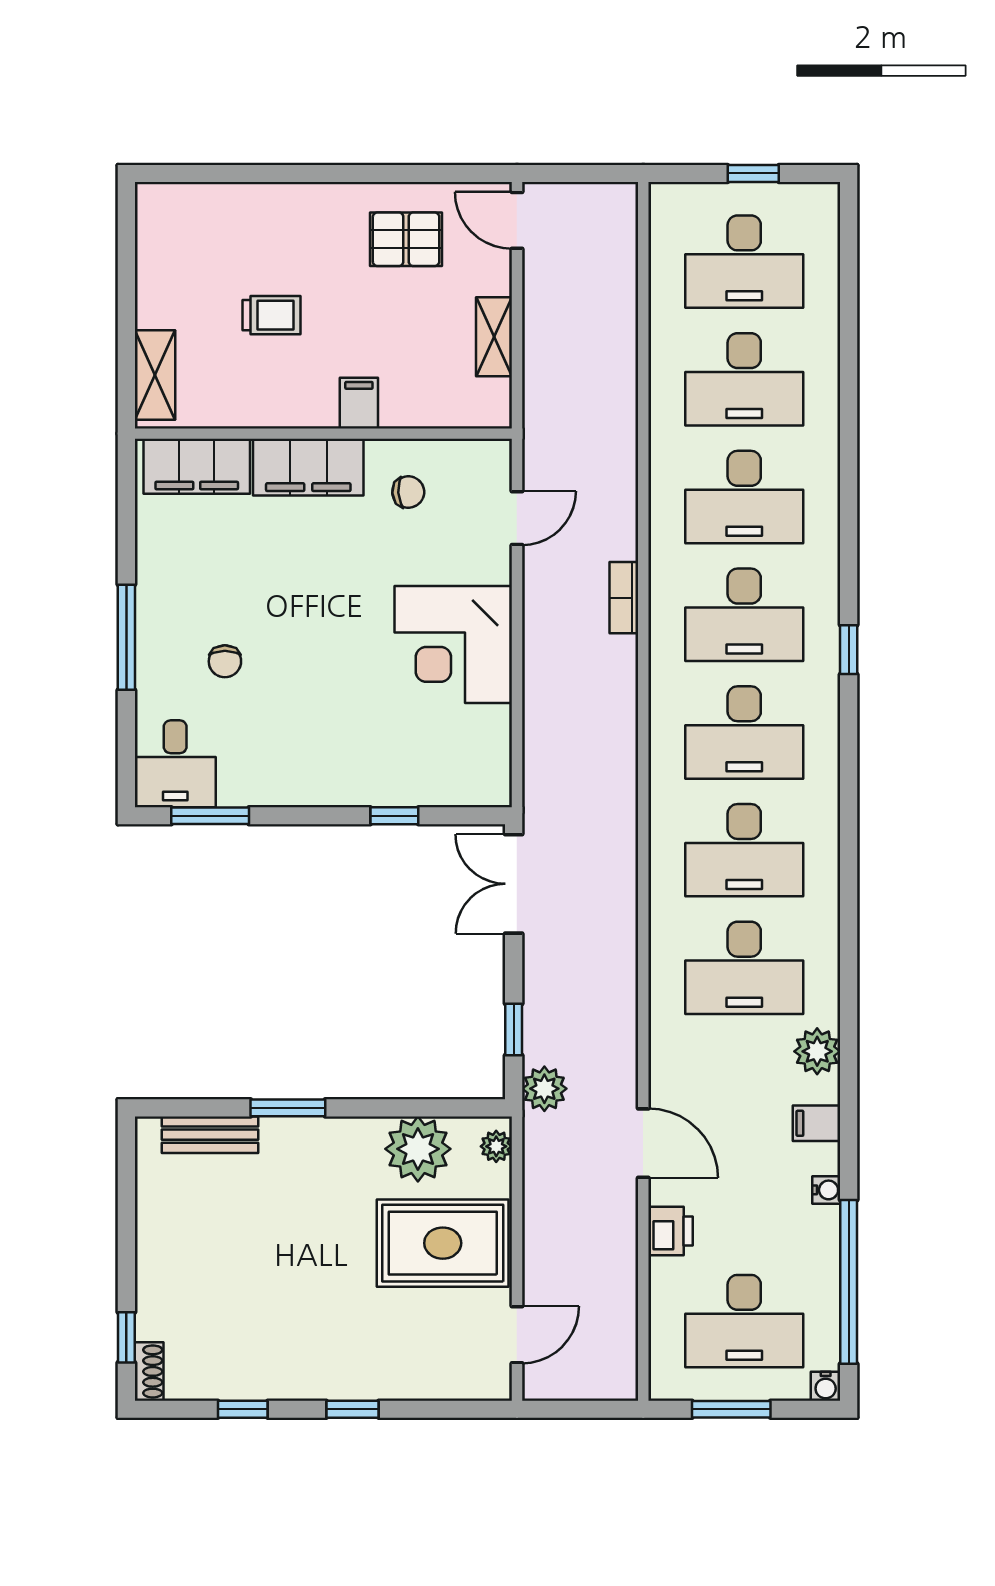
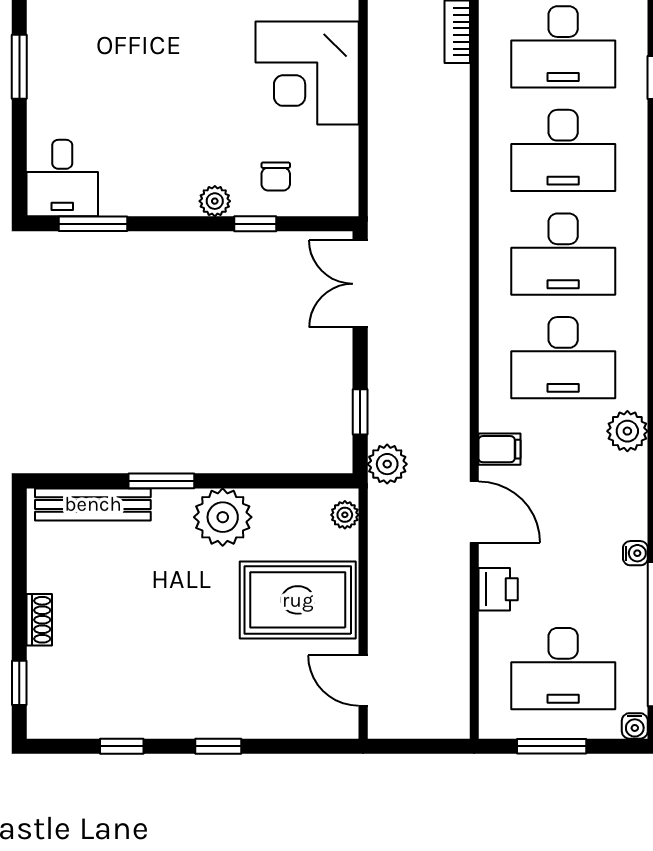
window: (126, 637) -> (19, 67), width x0.69
chair: (225, 661) -> (276, 177), moved
plant: (348, 790) -> (215, 201), added
filing cabinet: (817, 1123) -> (500, 449), moved, turned 180
bench: (210, 1135) -> (93, 504), width x1.36
plant: (418, 1149) -> (223, 517), moved
door: (517, 1335) -> (363, 681), swing flipped
shoe rack: (149, 1371) -> (39, 620), moved

